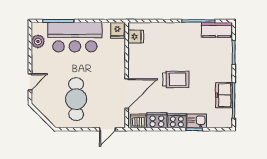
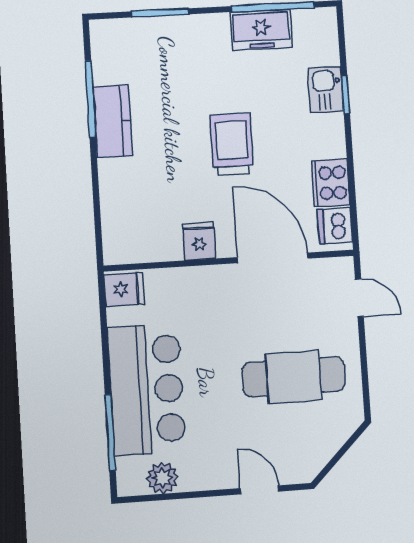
kitchen counter: (217, 30) -> (113, 121), moved
fridge: (136, 37) -> (199, 241), moved
cooker: (177, 121) -> (329, 136), removed

